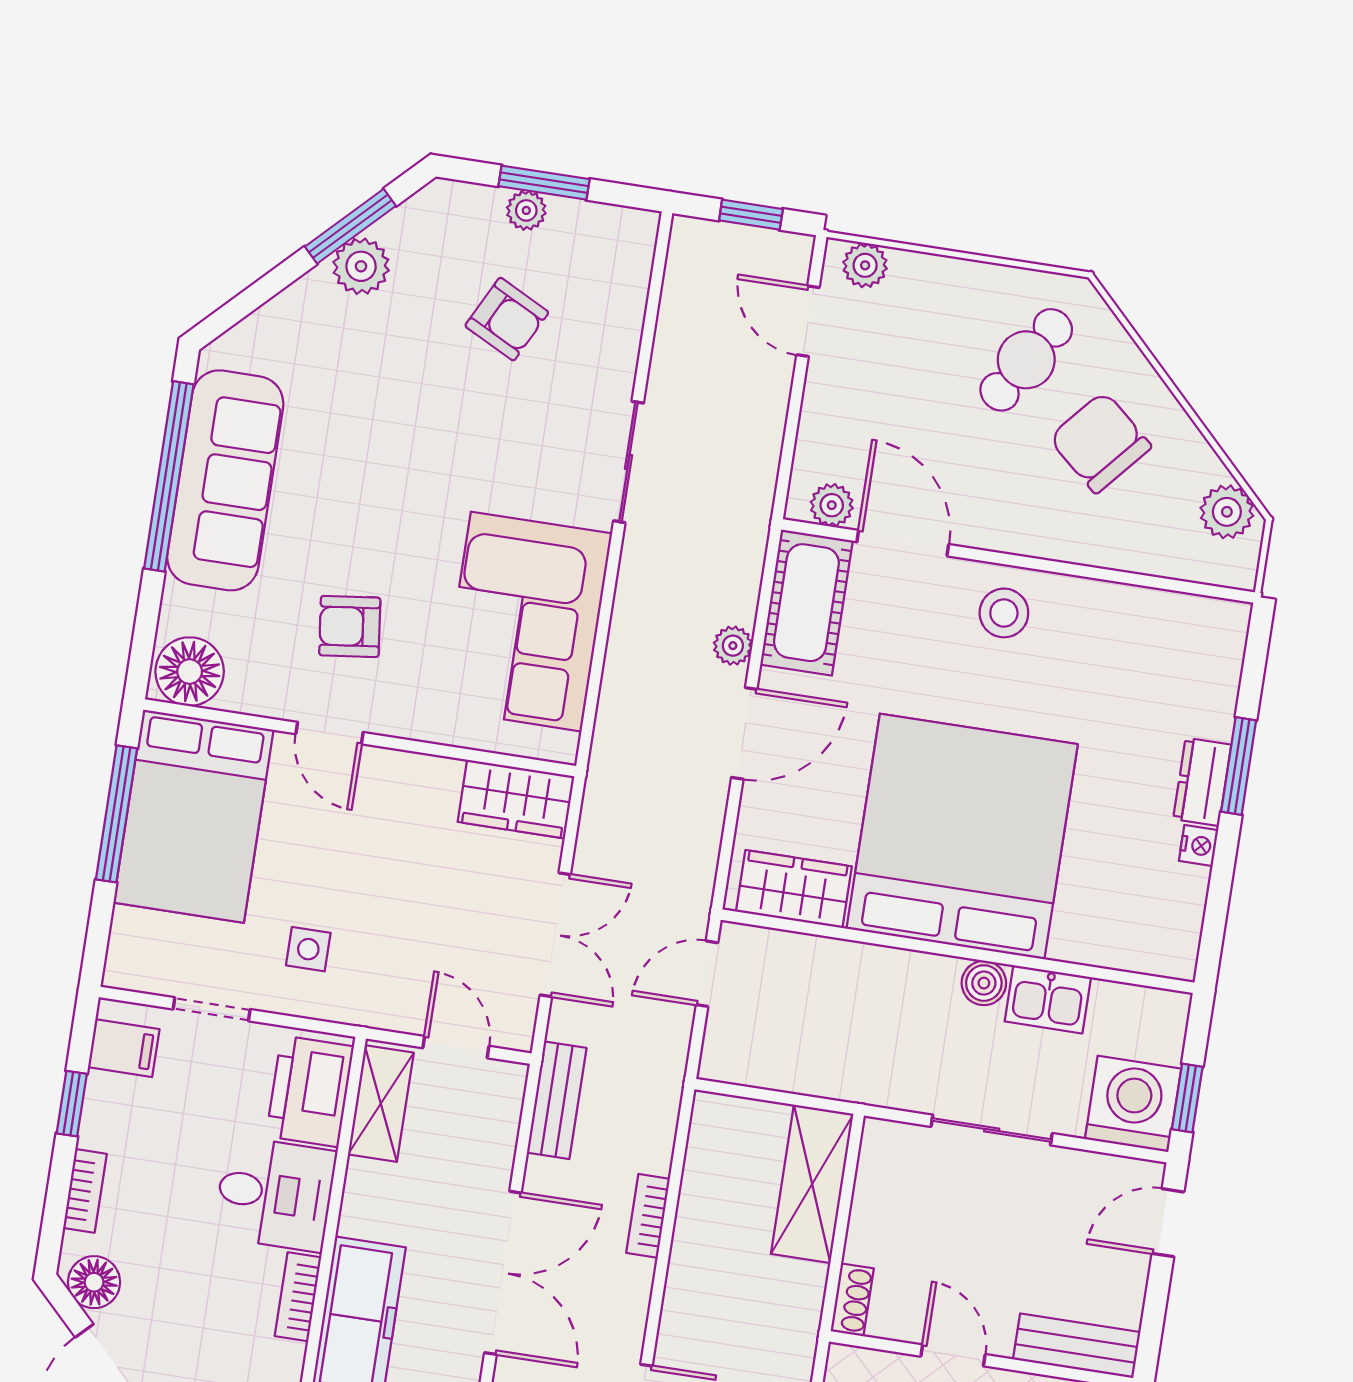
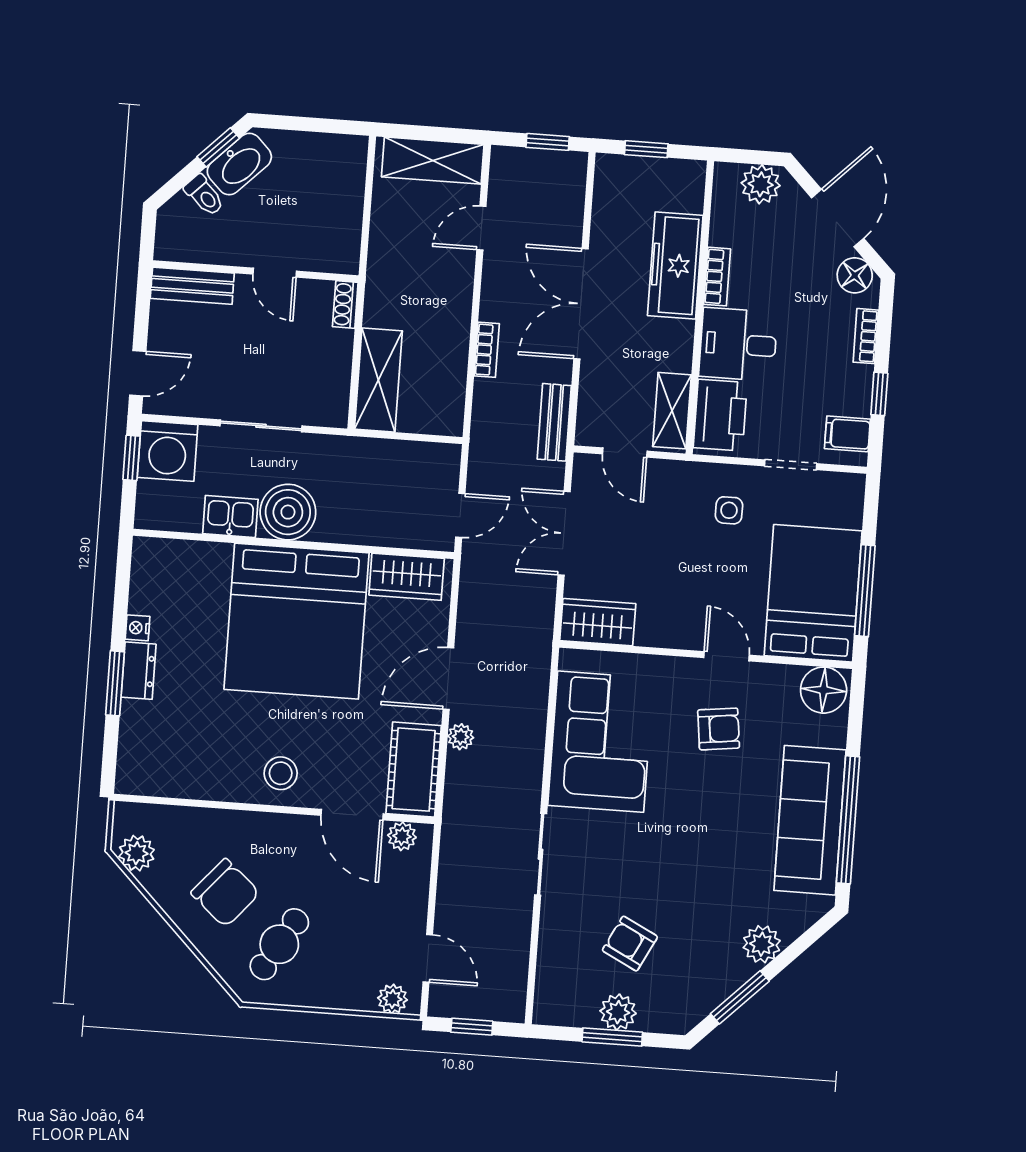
plant: (526, 210) -> (618, 1012), width x1.38, depth x1.38
plant: (361, 266) -> (762, 944), moved
boiler: (984, 983) -> (288, 512), width x1.86, depth x1.86

